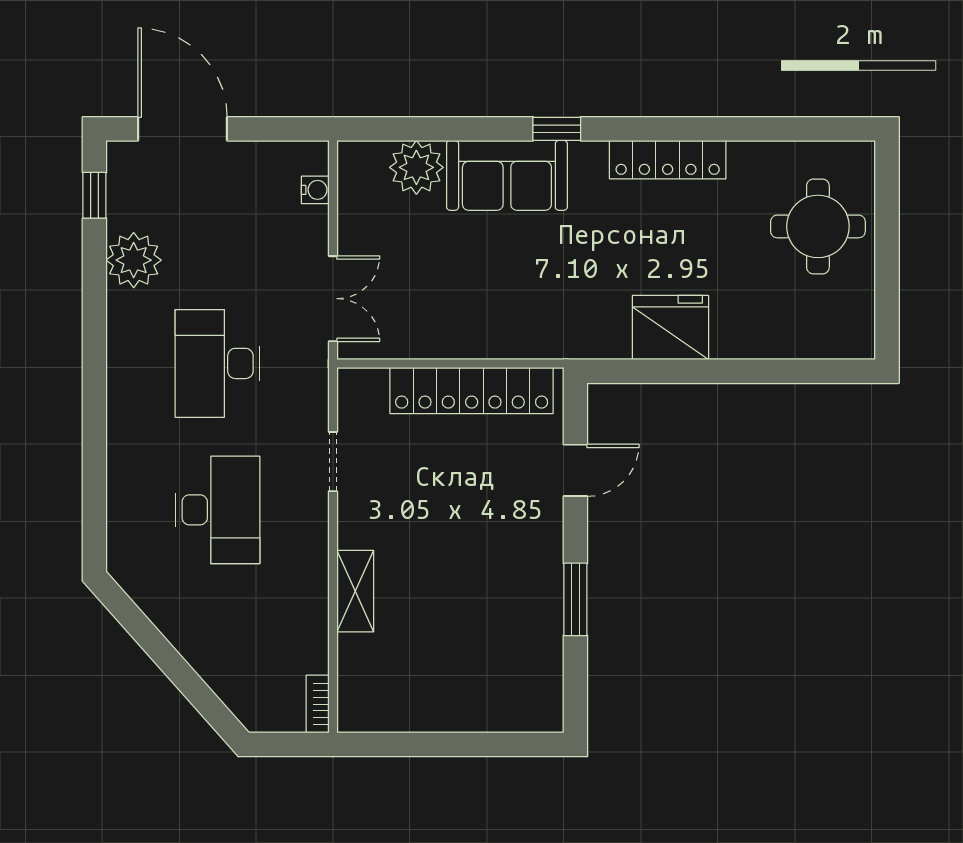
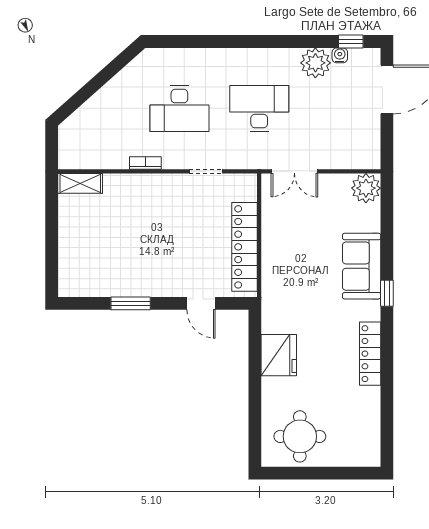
plant: (416, 167) -> (366, 188), moved
water cooler: (315, 190) -> (340, 55), moved, turned 180
round table: (818, 226) -> (300, 436), moved
shelving: (355, 591) -> (80, 183), moved
bookcase: (318, 704) -> (145, 163), moved

